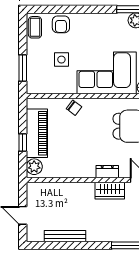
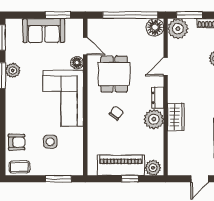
chair: (74, 108) -> (116, 113), moved
plant: (85, 168) -> (154, 119), added
wardrobe: (110, 191) -> (176, 117), moved

